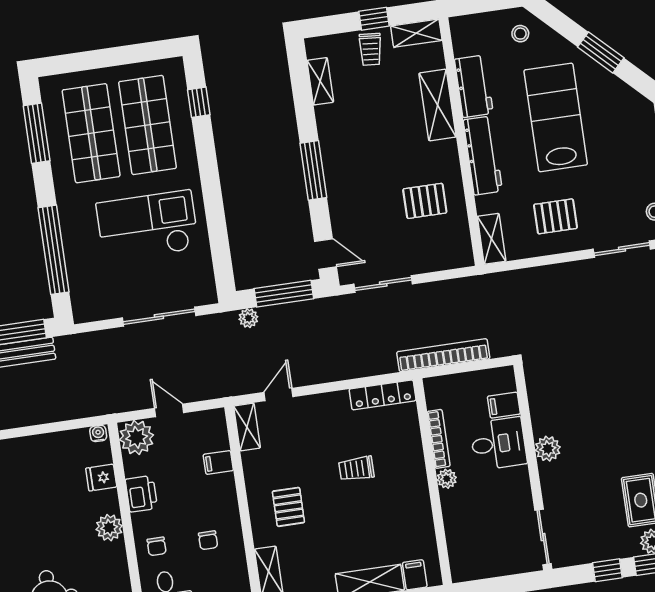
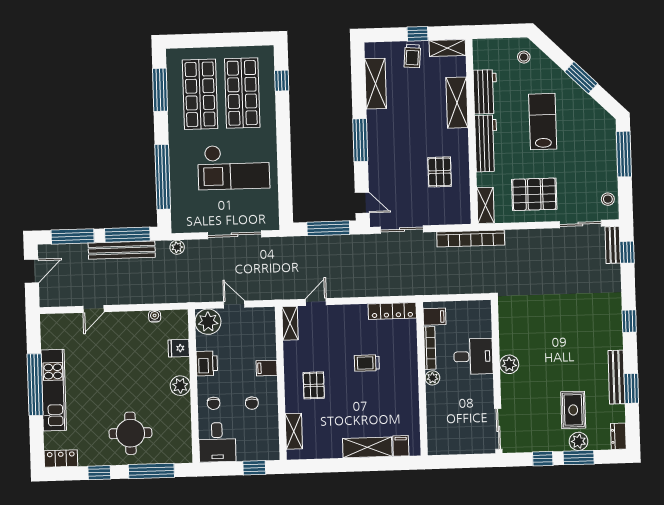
shelving: (320, 81) -> (376, 84), width x1.50, depth x1.33
lab bench: (556, 117) -> (543, 122), width x0.73, depth x0.72
pallet: (425, 201) -> (440, 172), turned 90
pallet: (555, 216) -> (534, 194), width x1.50, depth x1.42
checkout: (147, 226) -> (234, 167), turned 180
plant: (248, 318) -> (177, 247), moved
bookcase: (443, 355) -> (471, 239), moved, turned 180
filing cabinet: (504, 405) -> (434, 317), moved, turned 180
water cooler: (98, 433) -> (155, 316), moved
filing cabinet: (218, 462) -> (267, 368), moved

